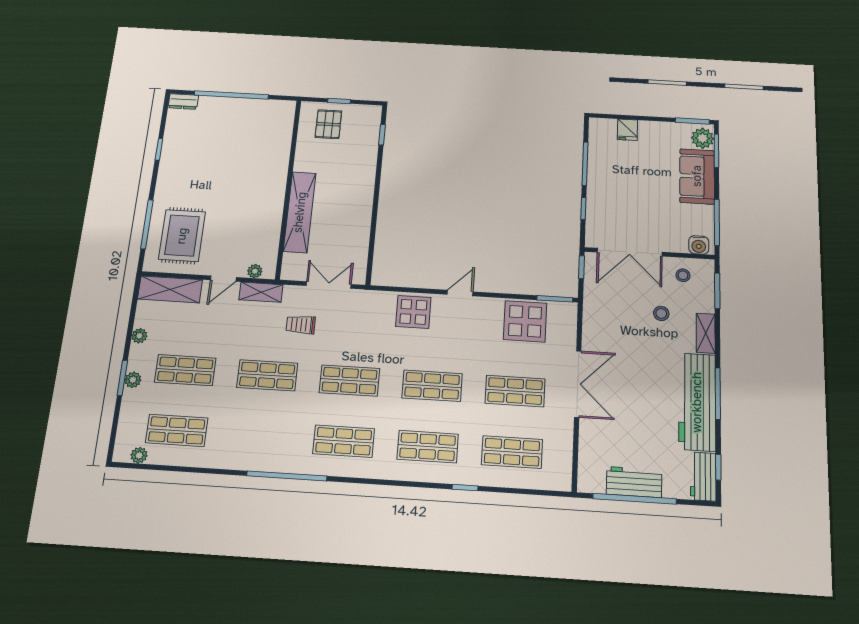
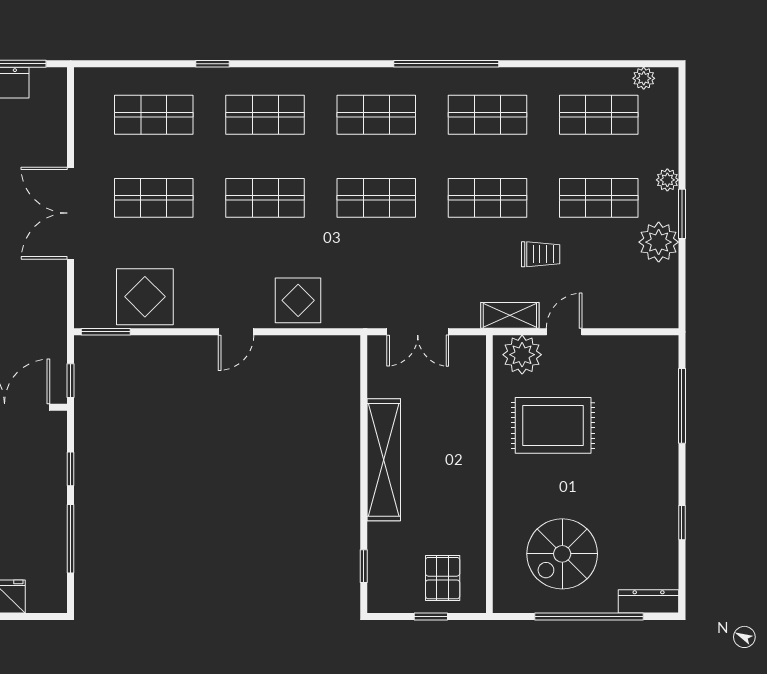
dresser: (183, 102) -> (649, 601), width x1.44
spiral stairs: (244, 135) -> (562, 554), added
shelving: (300, 212) -> (384, 460), moved
rug: (182, 236) -> (553, 425), moved, turned 90
plant: (255, 271) -> (522, 355), width x1.87, depth x1.87
shelving: (170, 289) -> (636, 311), removed
trolley: (301, 325) -> (541, 254), moved
plant: (139, 336) -> (659, 242), width x1.88, depth x1.88
window: (122, 378) -> (682, 214), moved
shop shelf: (260, 436) -> (488, 115), added

